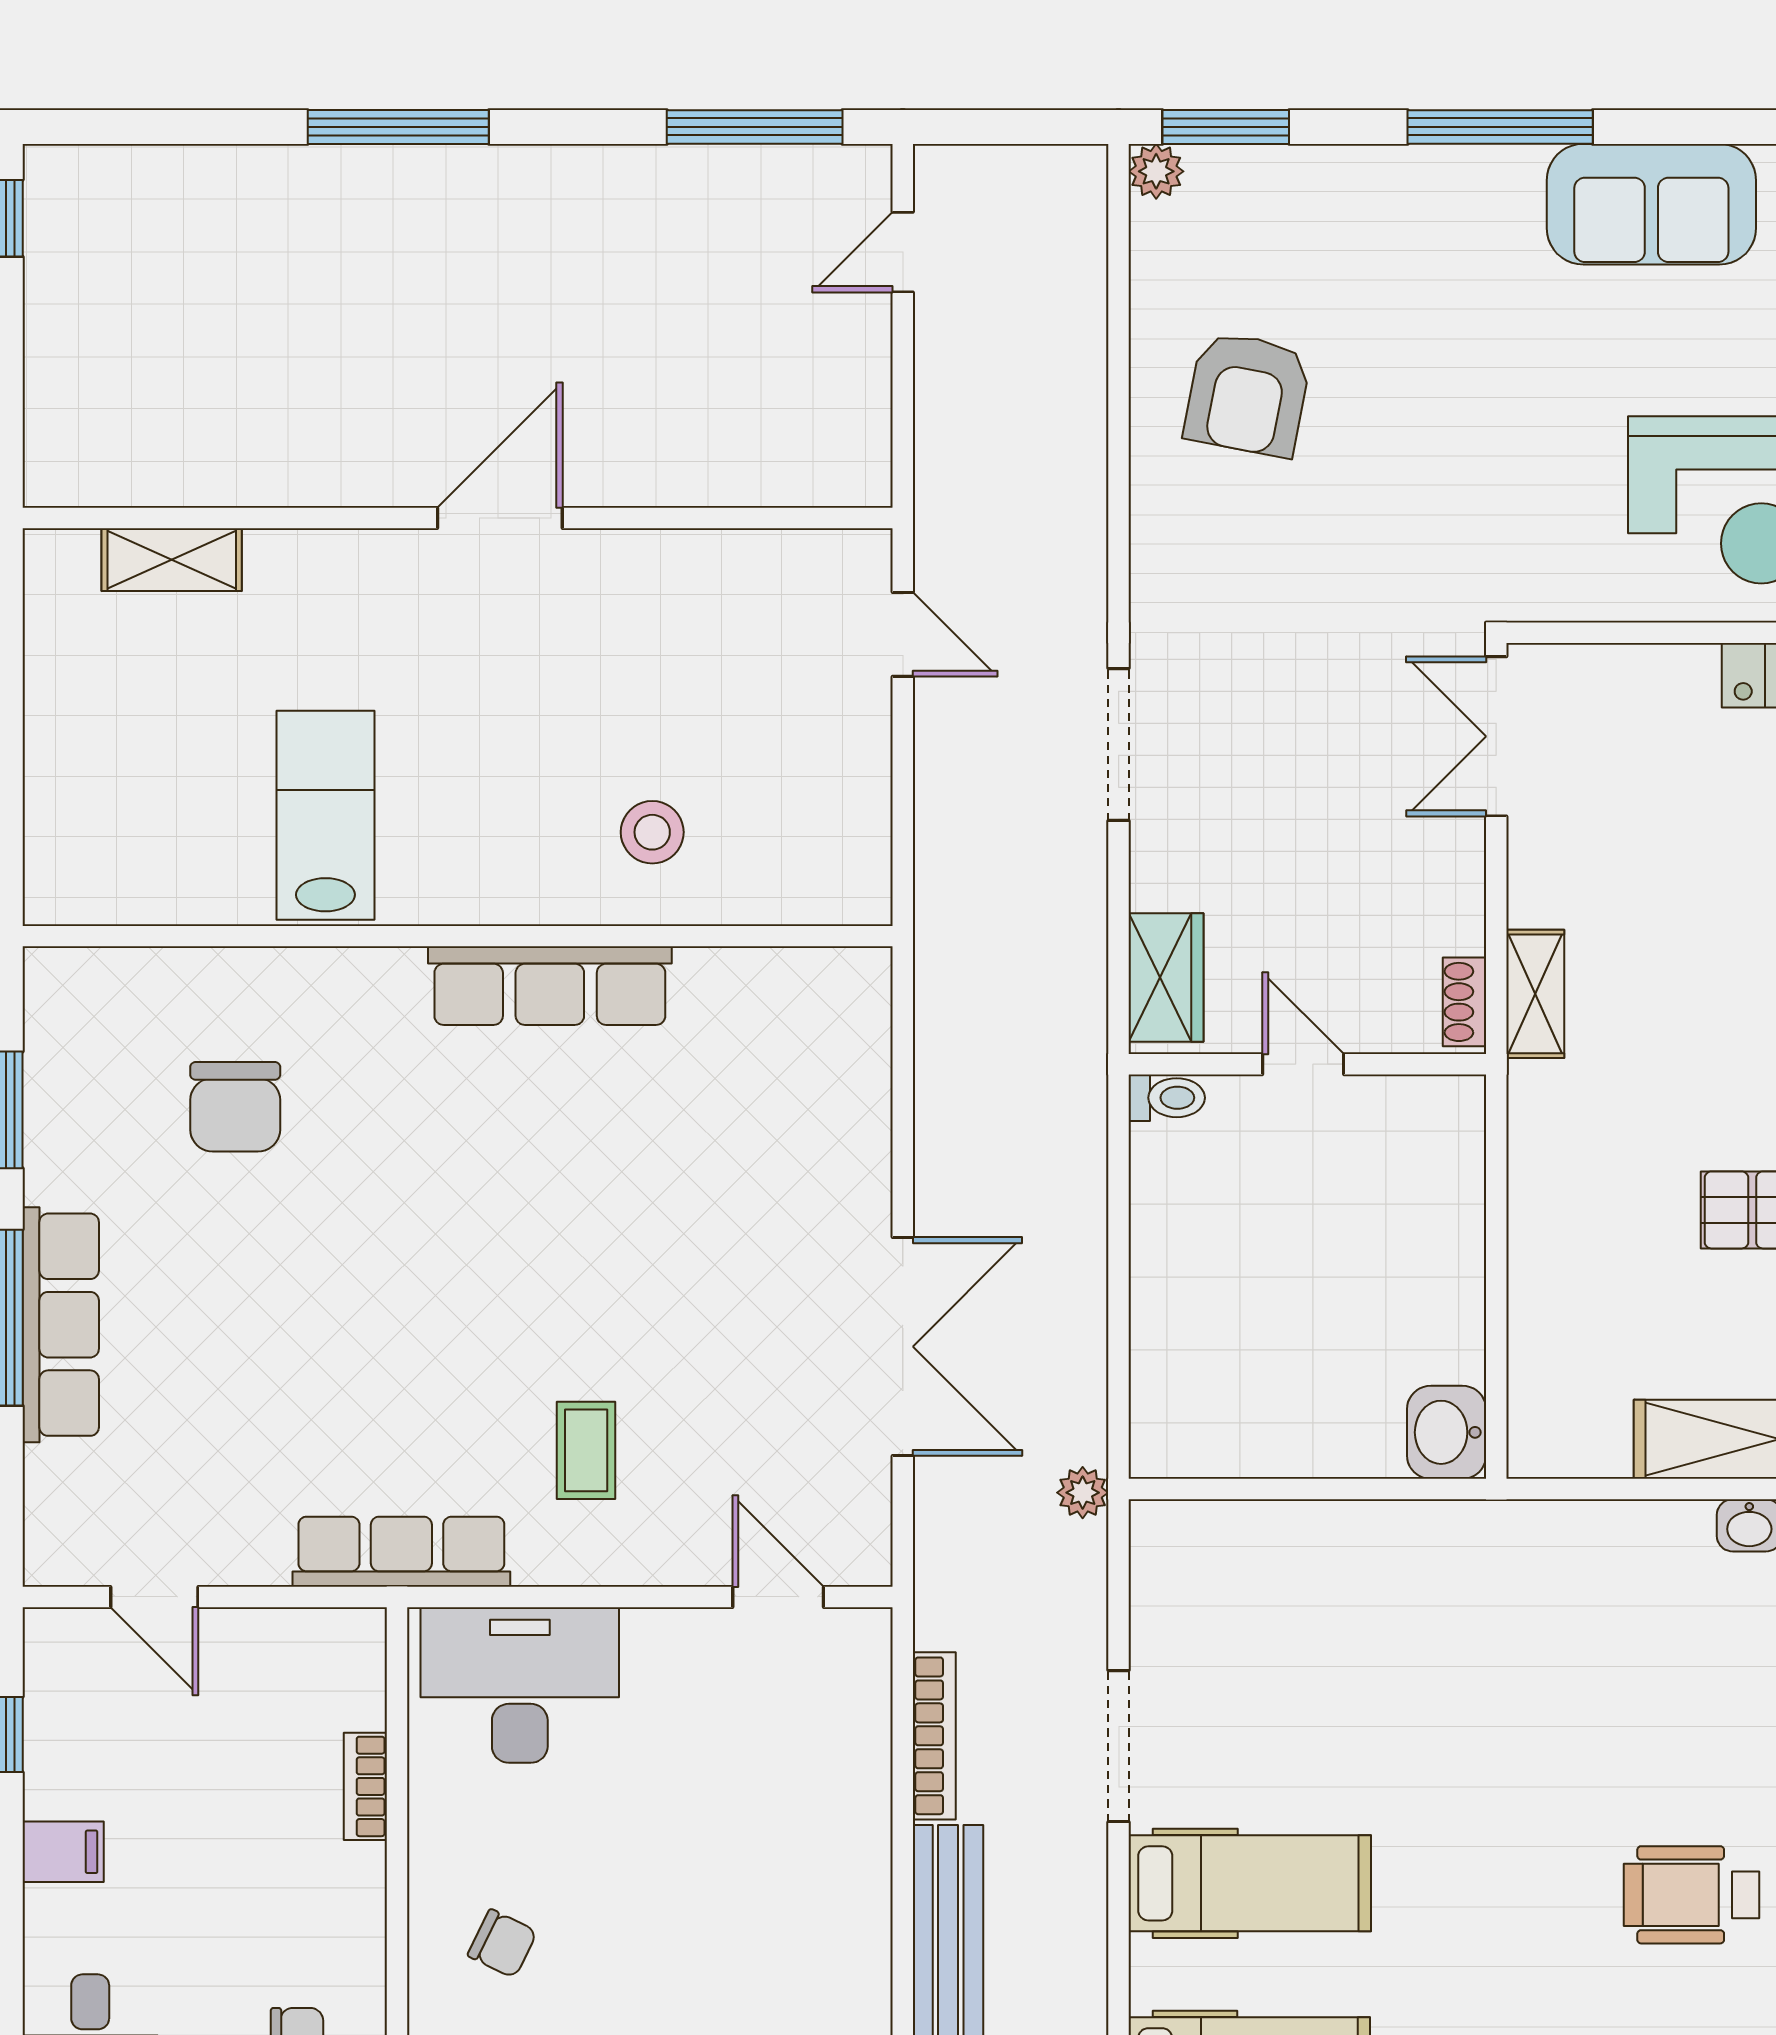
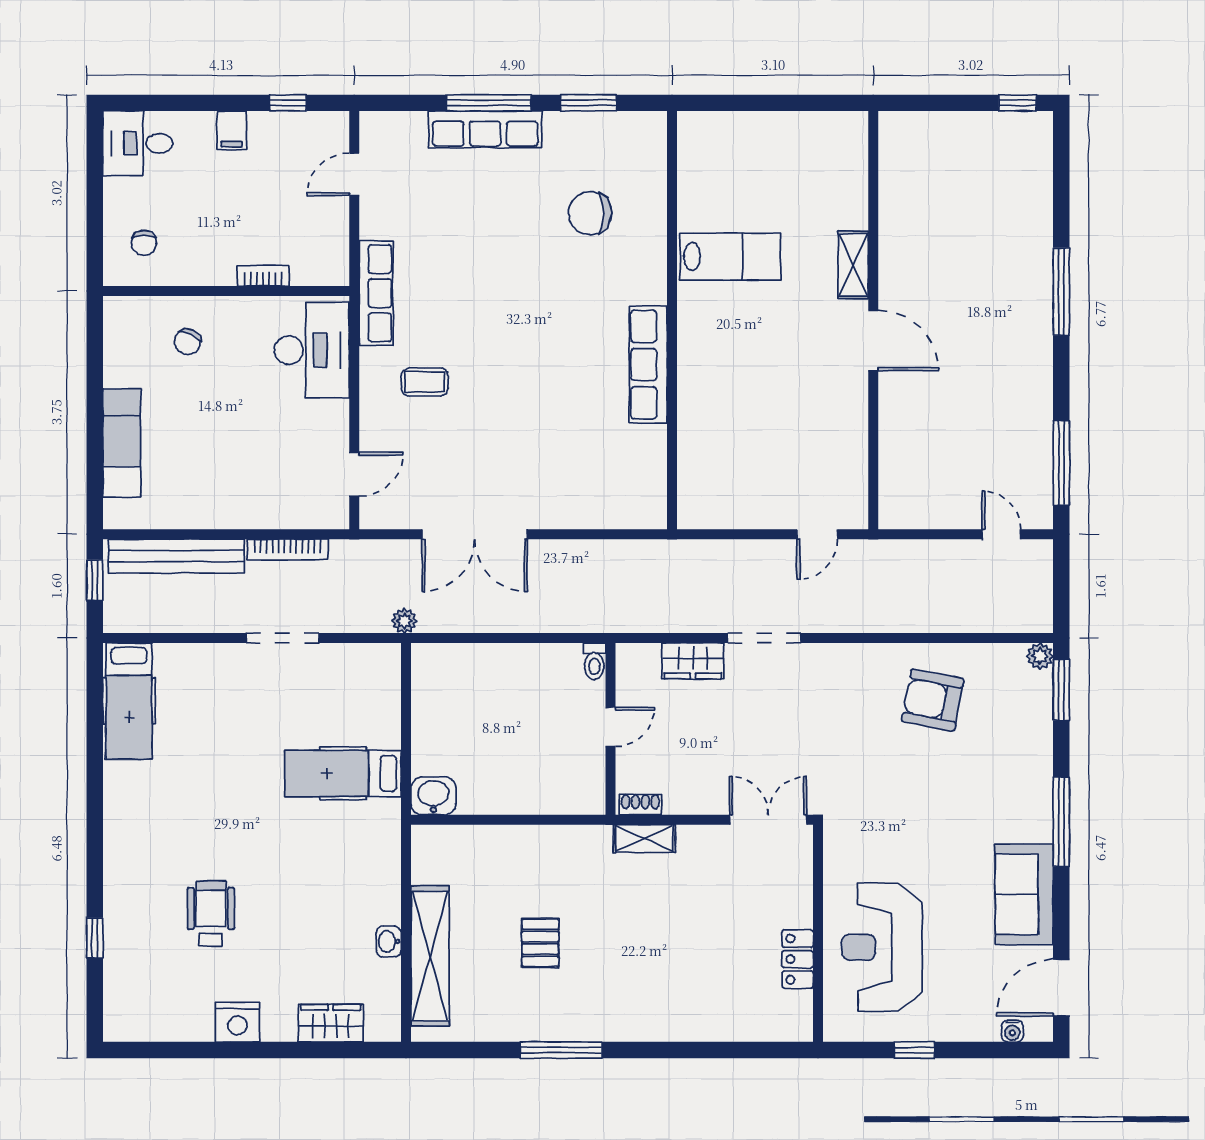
shelving: (172, 560) -> (853, 265), moved
stool: (652, 832) -> (722, 414), removed
wardrobe: (1166, 977) -> (693, 661), moved
hospital bed: (1250, 1883) -> (343, 773), moved, turned 90

